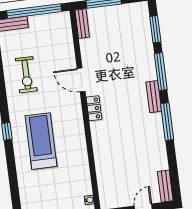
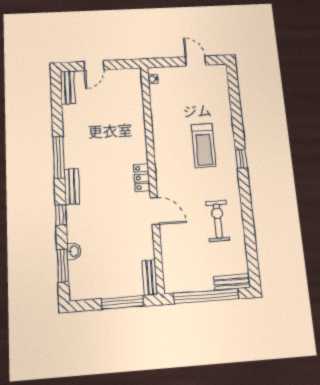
washbasin: (147, 42) -> (74, 251), added
window: (161, 72) -> (61, 215), width x0.46
treadmill: (41, 141) -> (204, 145), width x0.73, depth x0.73

